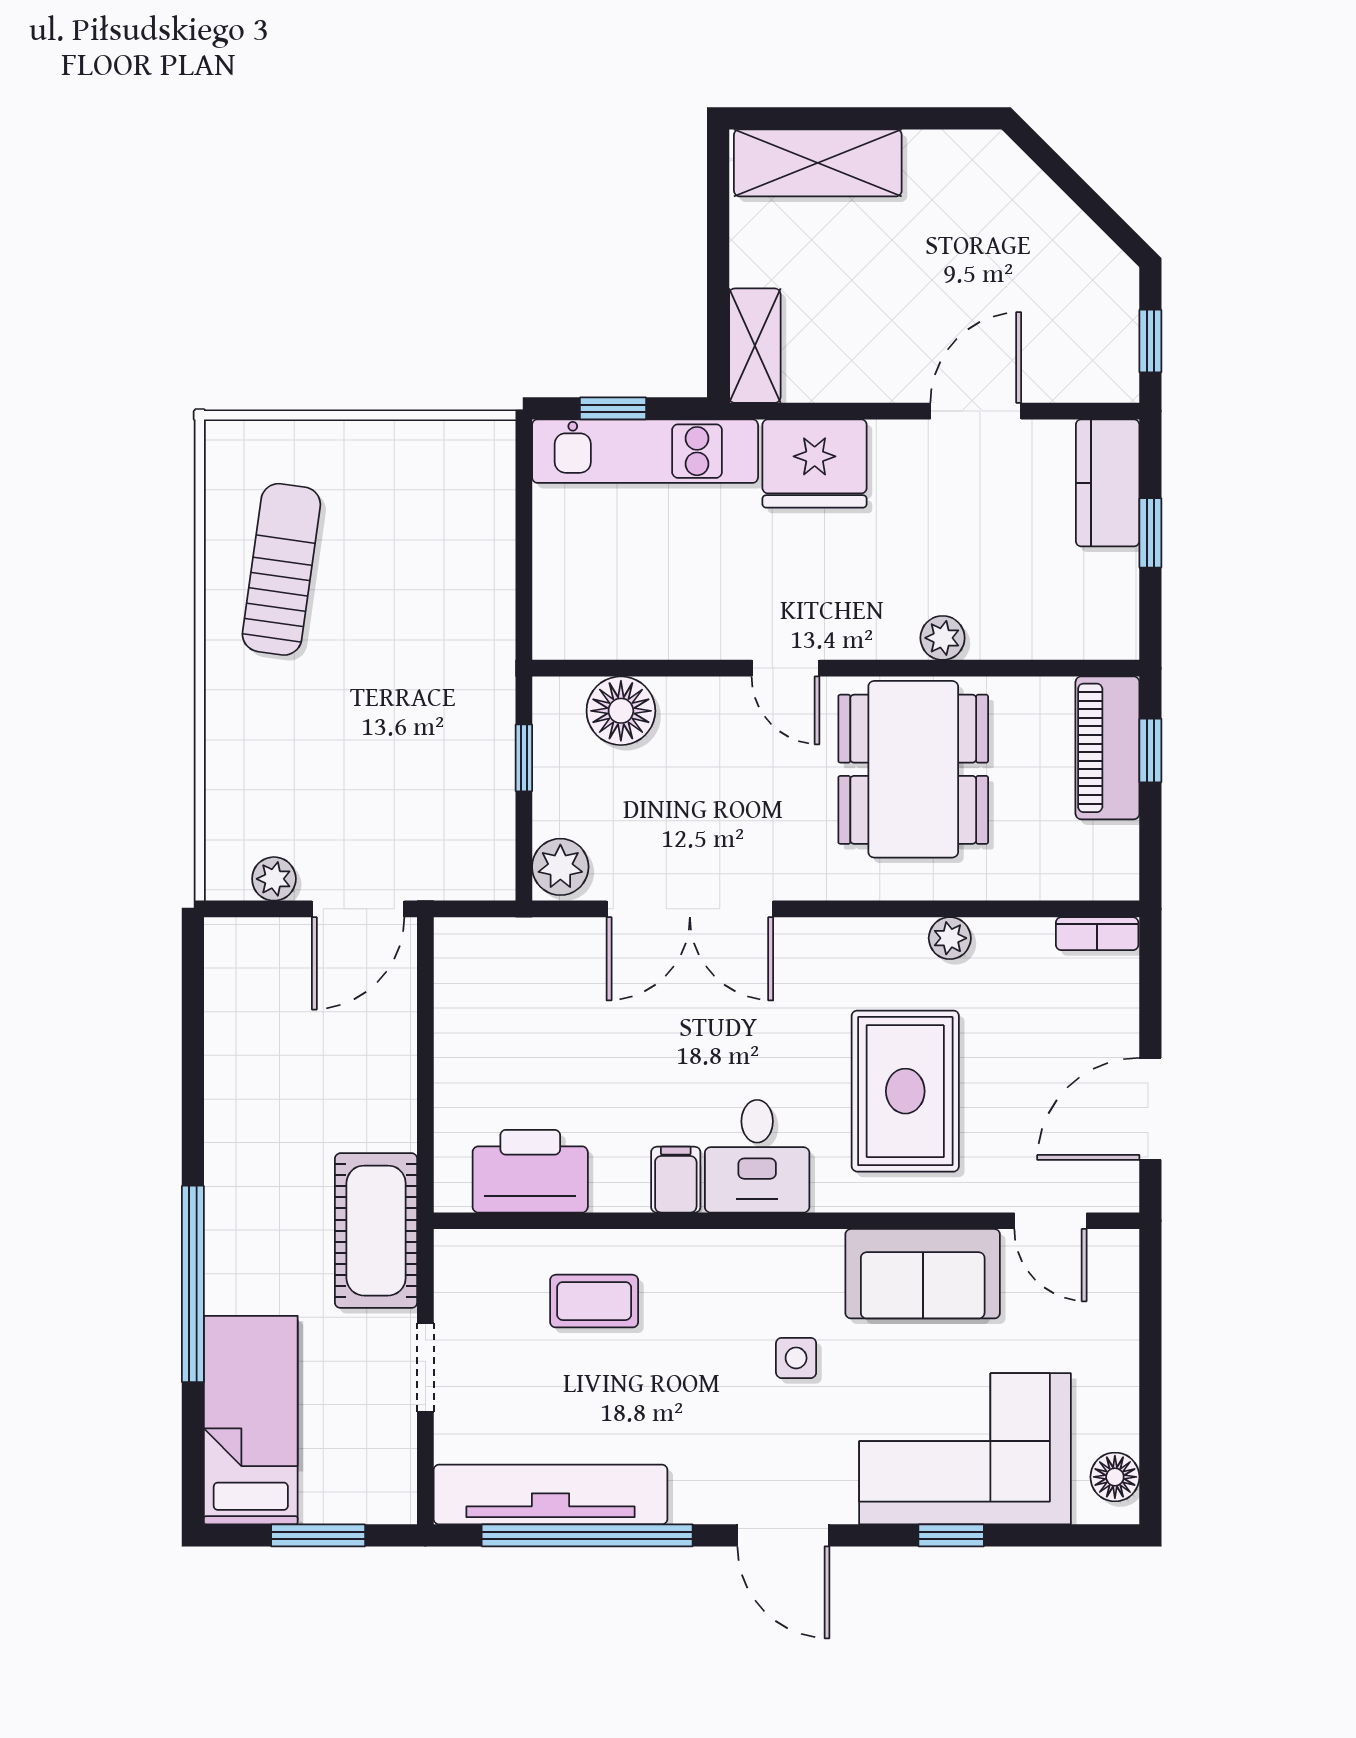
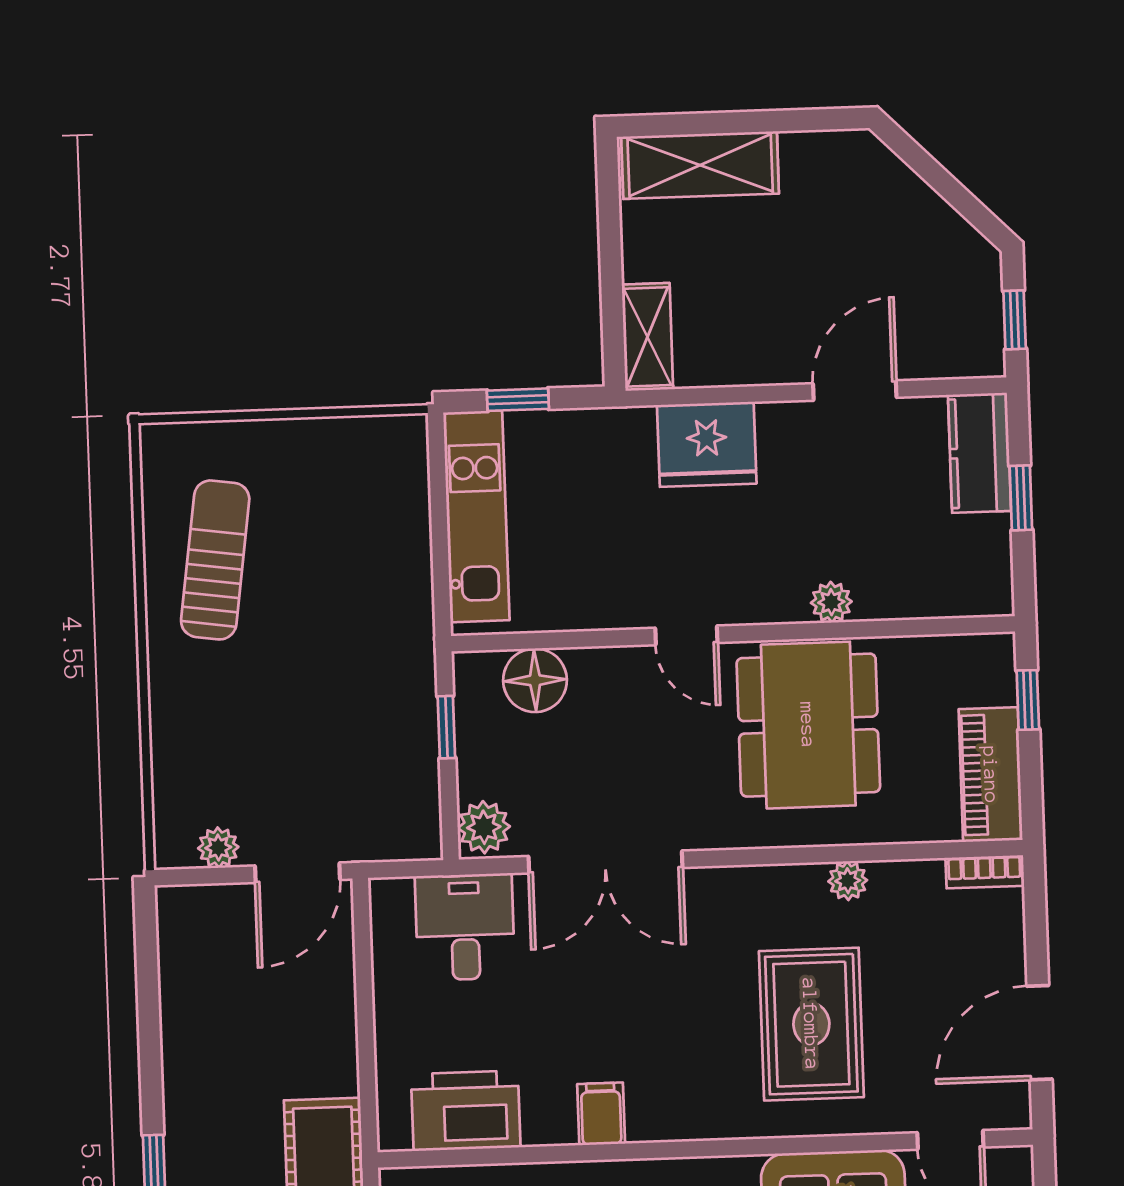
kitchen unit: (645, 451) -> (476, 516), moved, turned -90
piano: (1107, 748) -> (991, 775), moved
desk: (757, 1156) -> (465, 927), moved, turned 180

